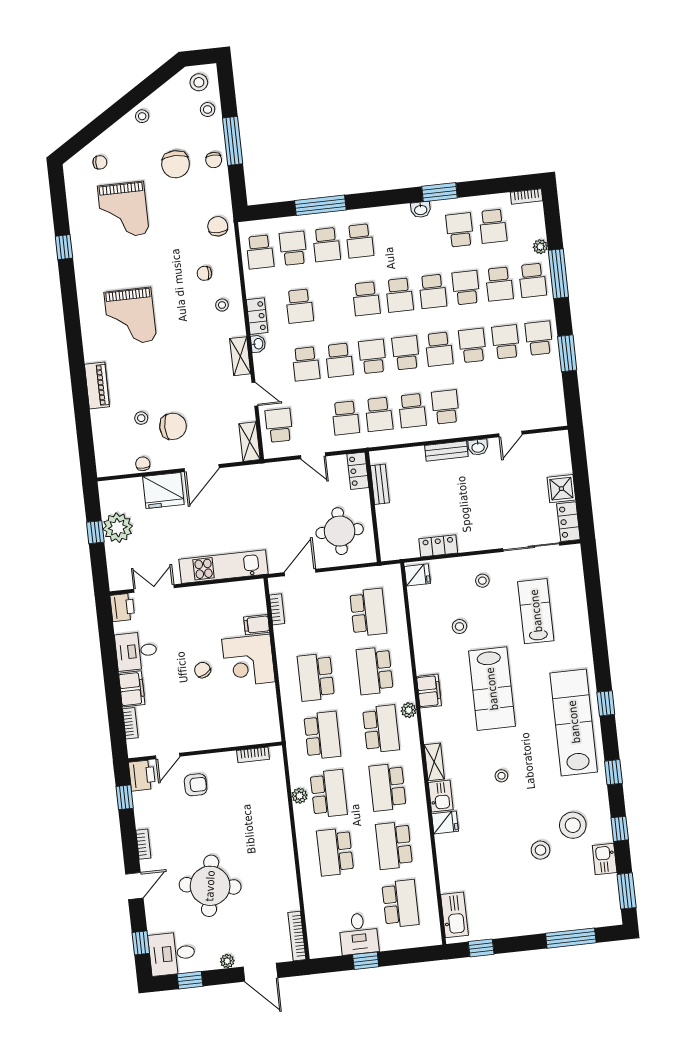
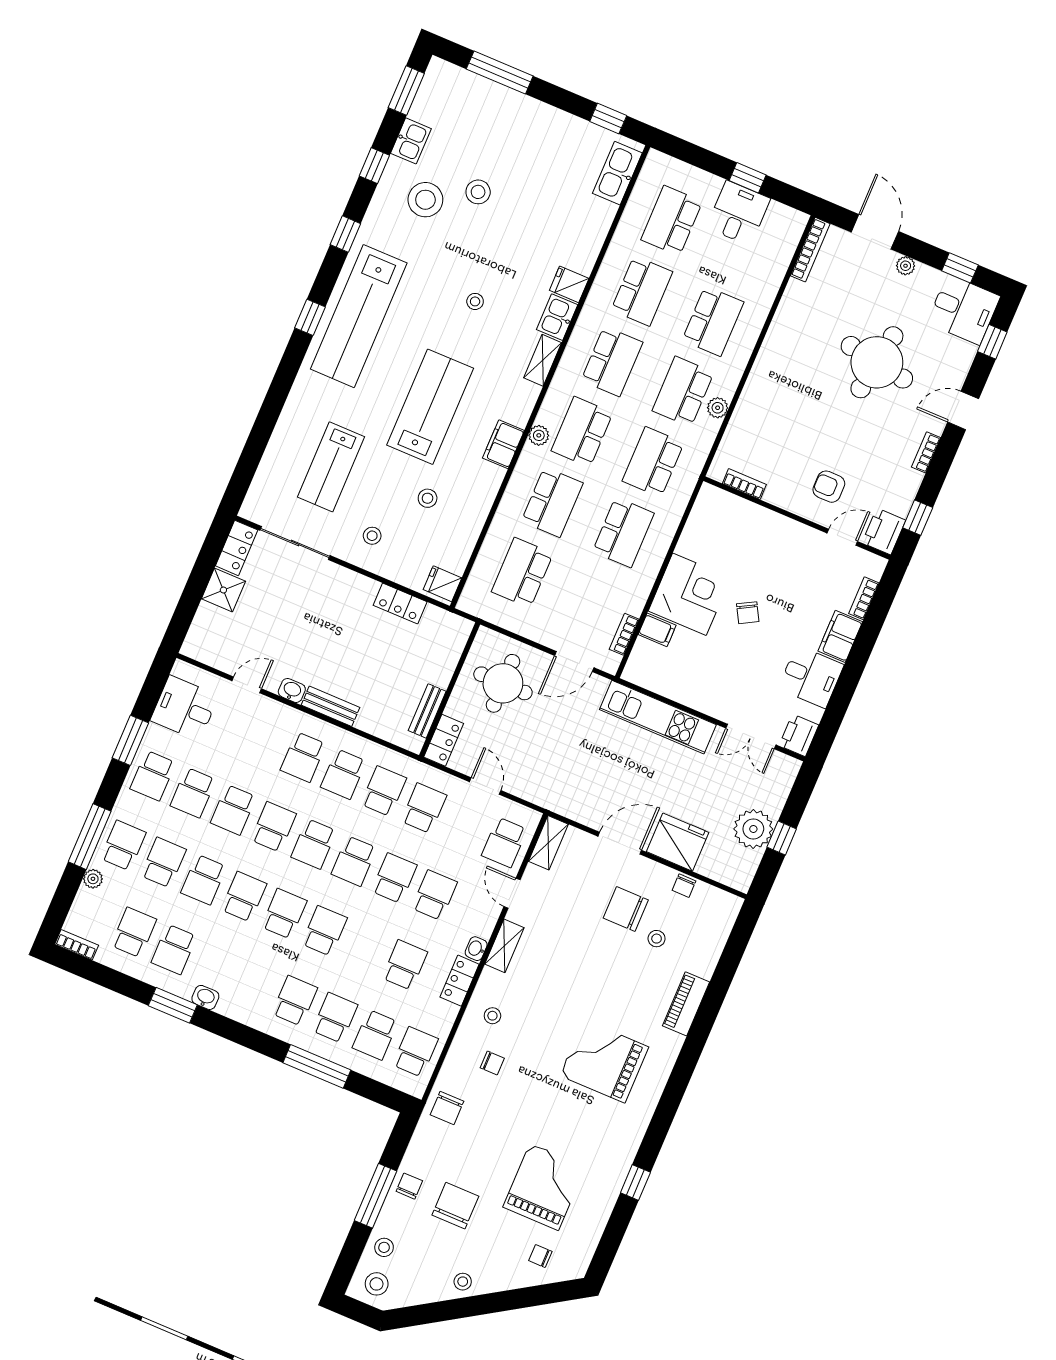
grand piano: (130, 316) -> (604, 1061), turned -90
desk: (543, 395) -> (184, 708), added
school desk: (412, 411) -> (343, 774), turned 180

